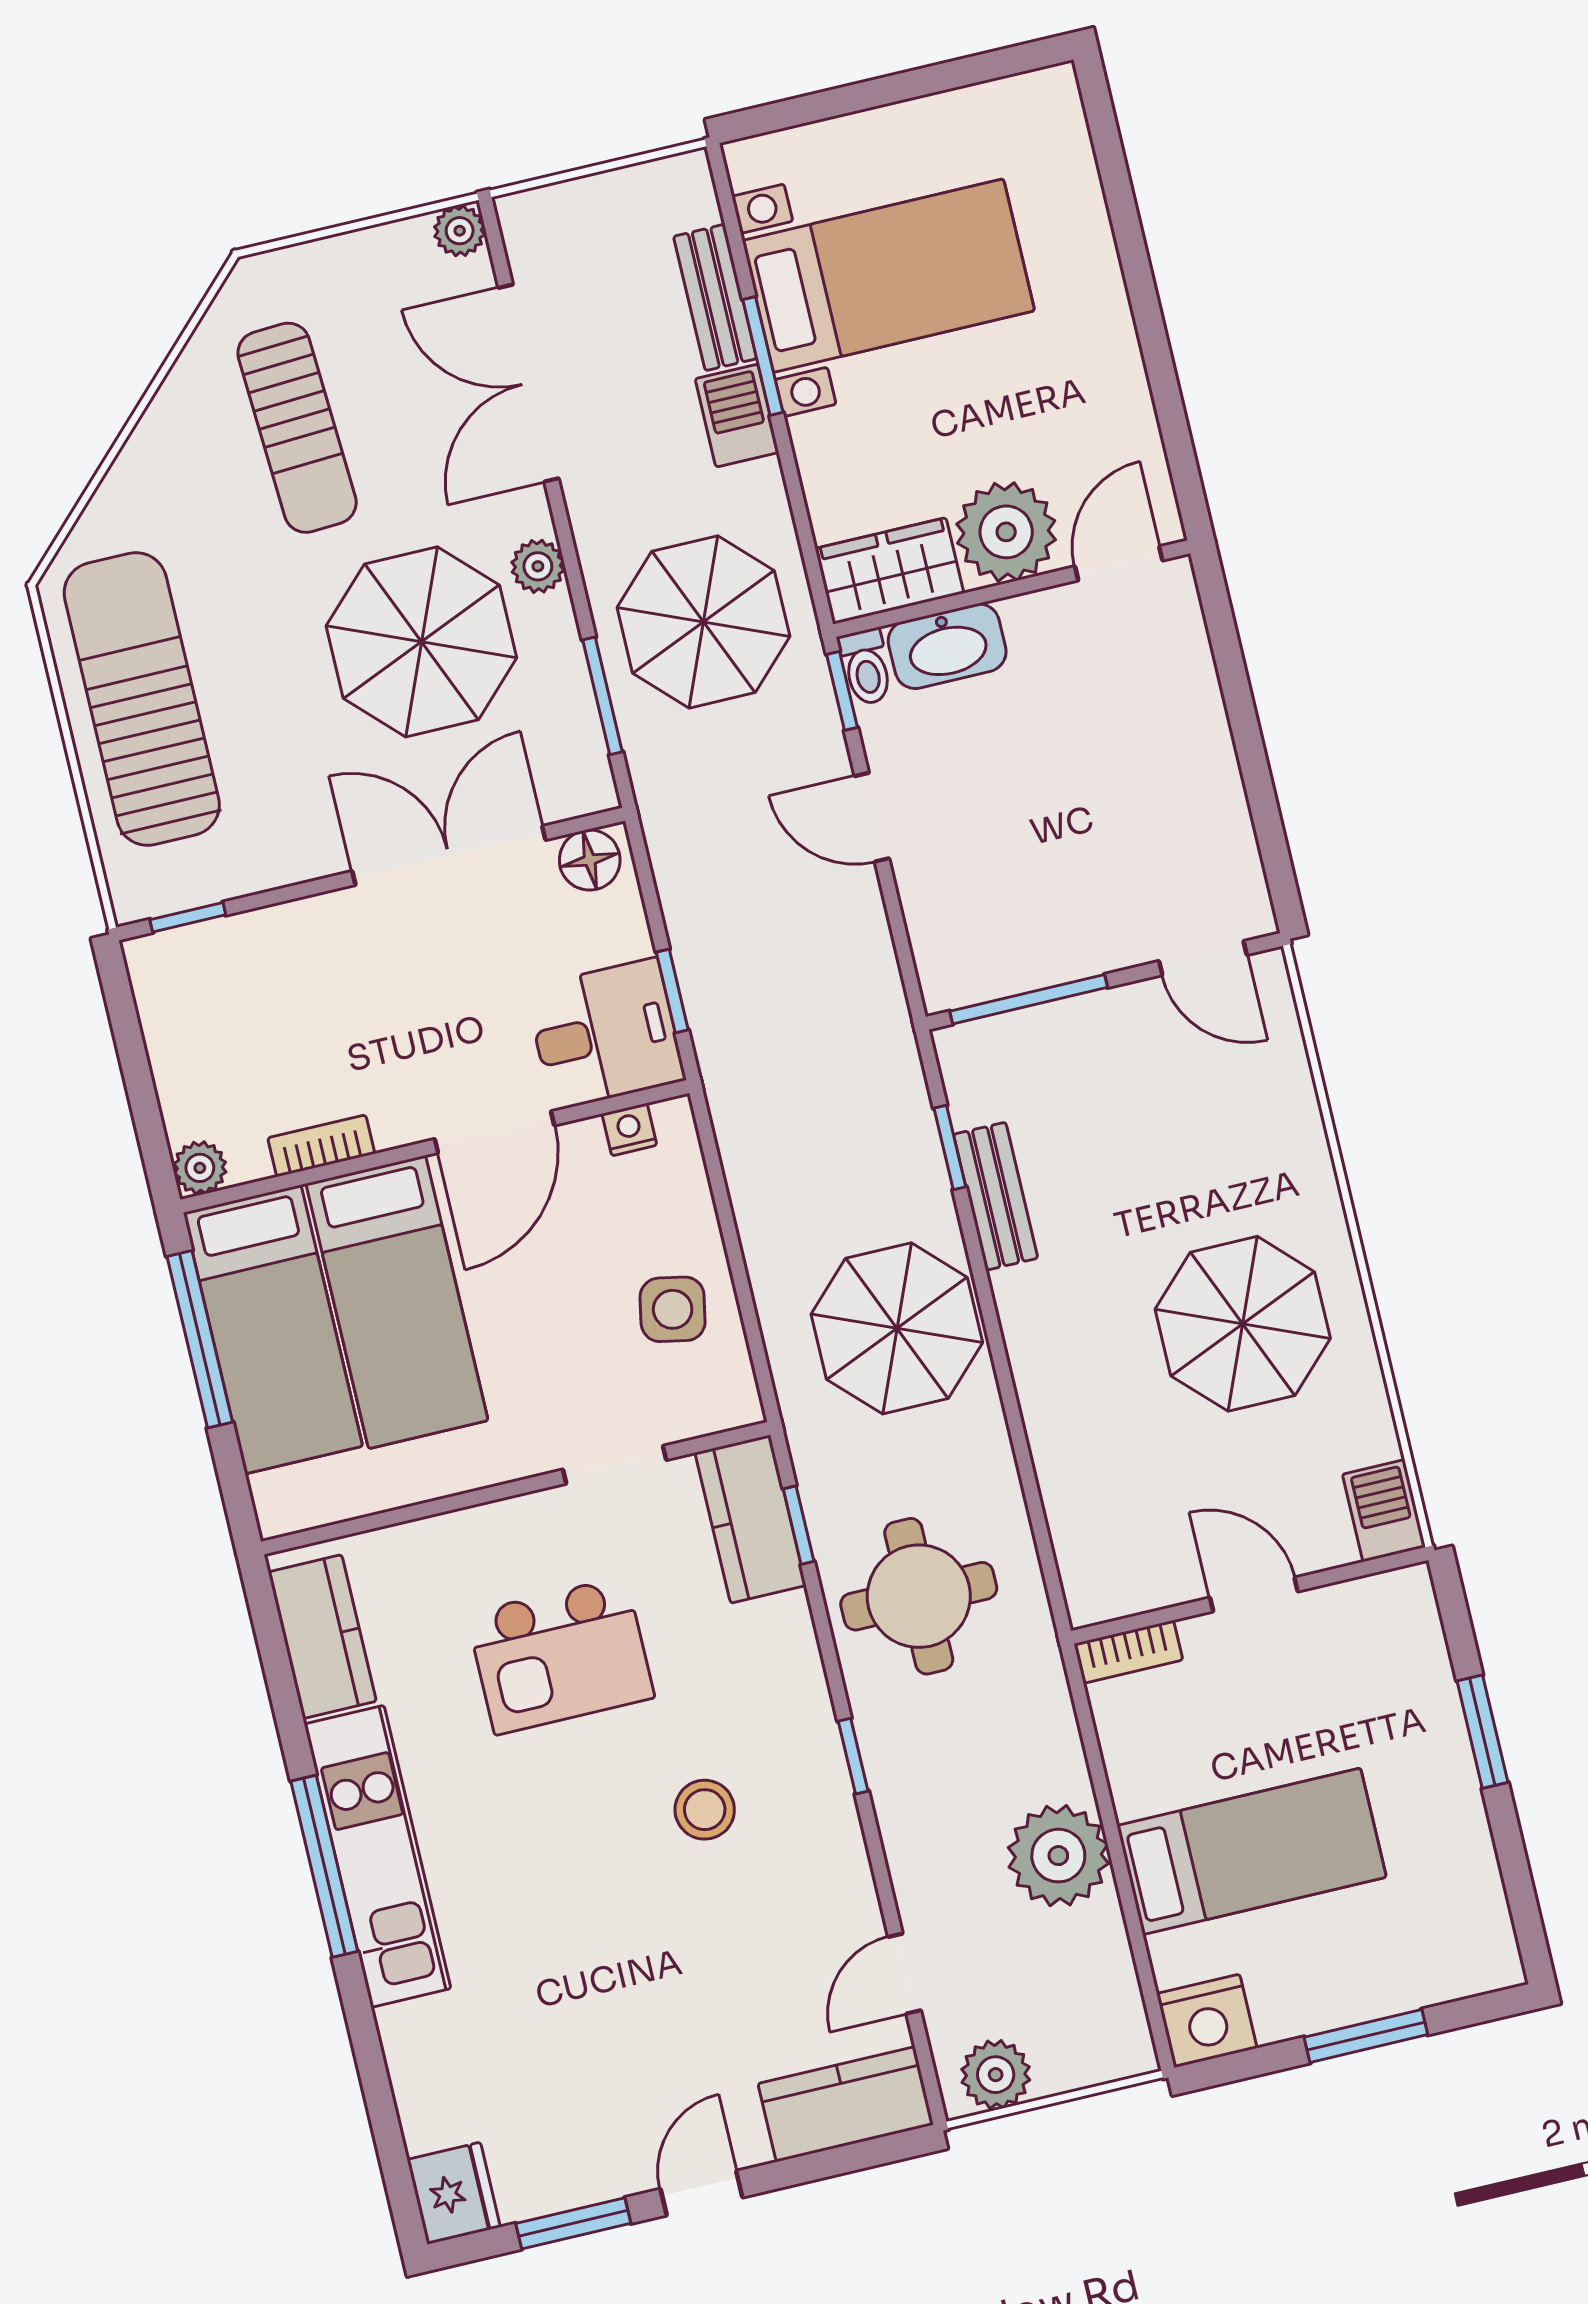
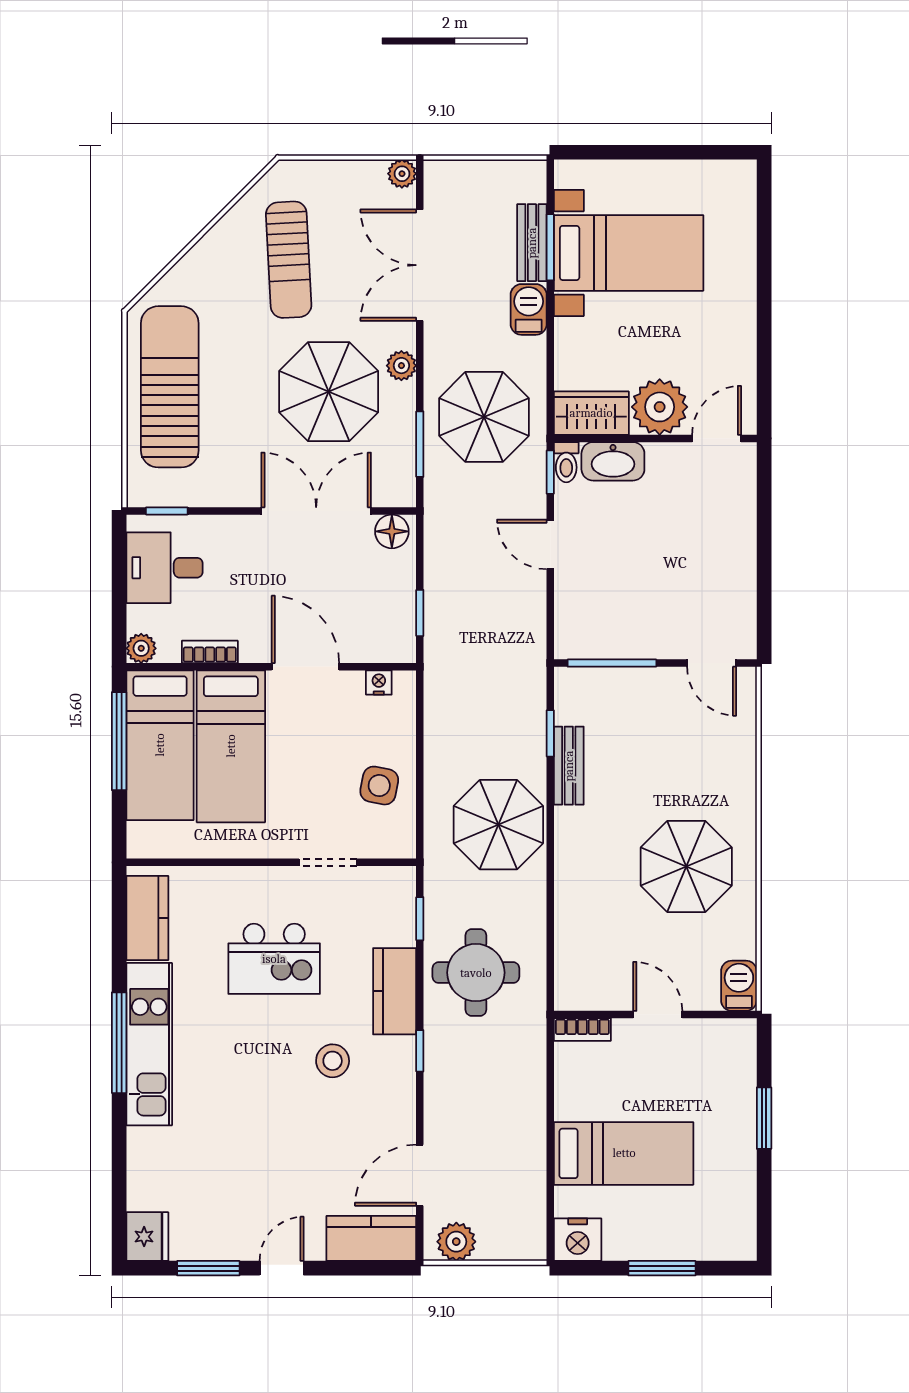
window: (763, 356) -> (550, 247), moved
desk: (605, 1034) -> (165, 568), moved, turned 180
door: (494, 1132) -> (305, 667), swing flipped
kitchen counter: (751, 1519) -> (395, 991), moved
plant: (1058, 1856) -> (518, 1131), removed
door: (905, 1974) -> (420, 1175), width x1.37

